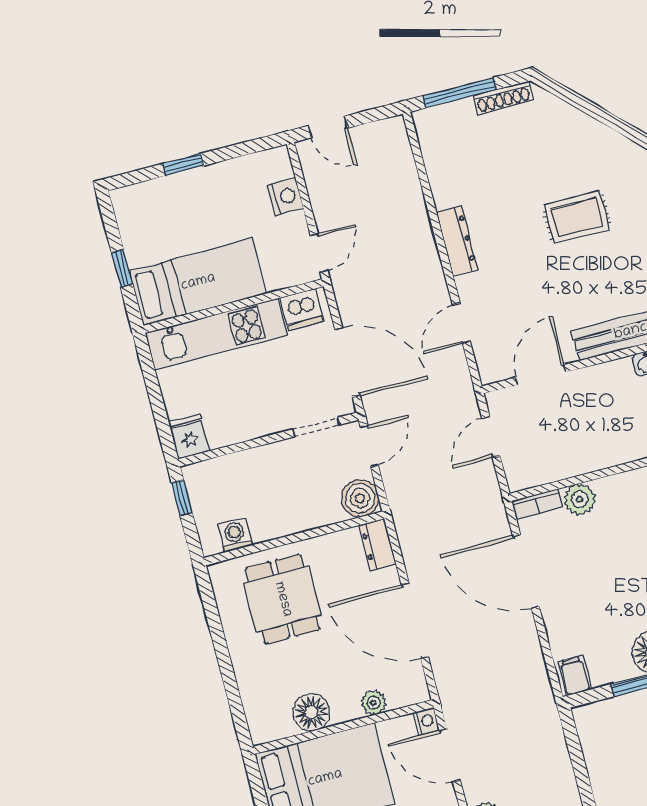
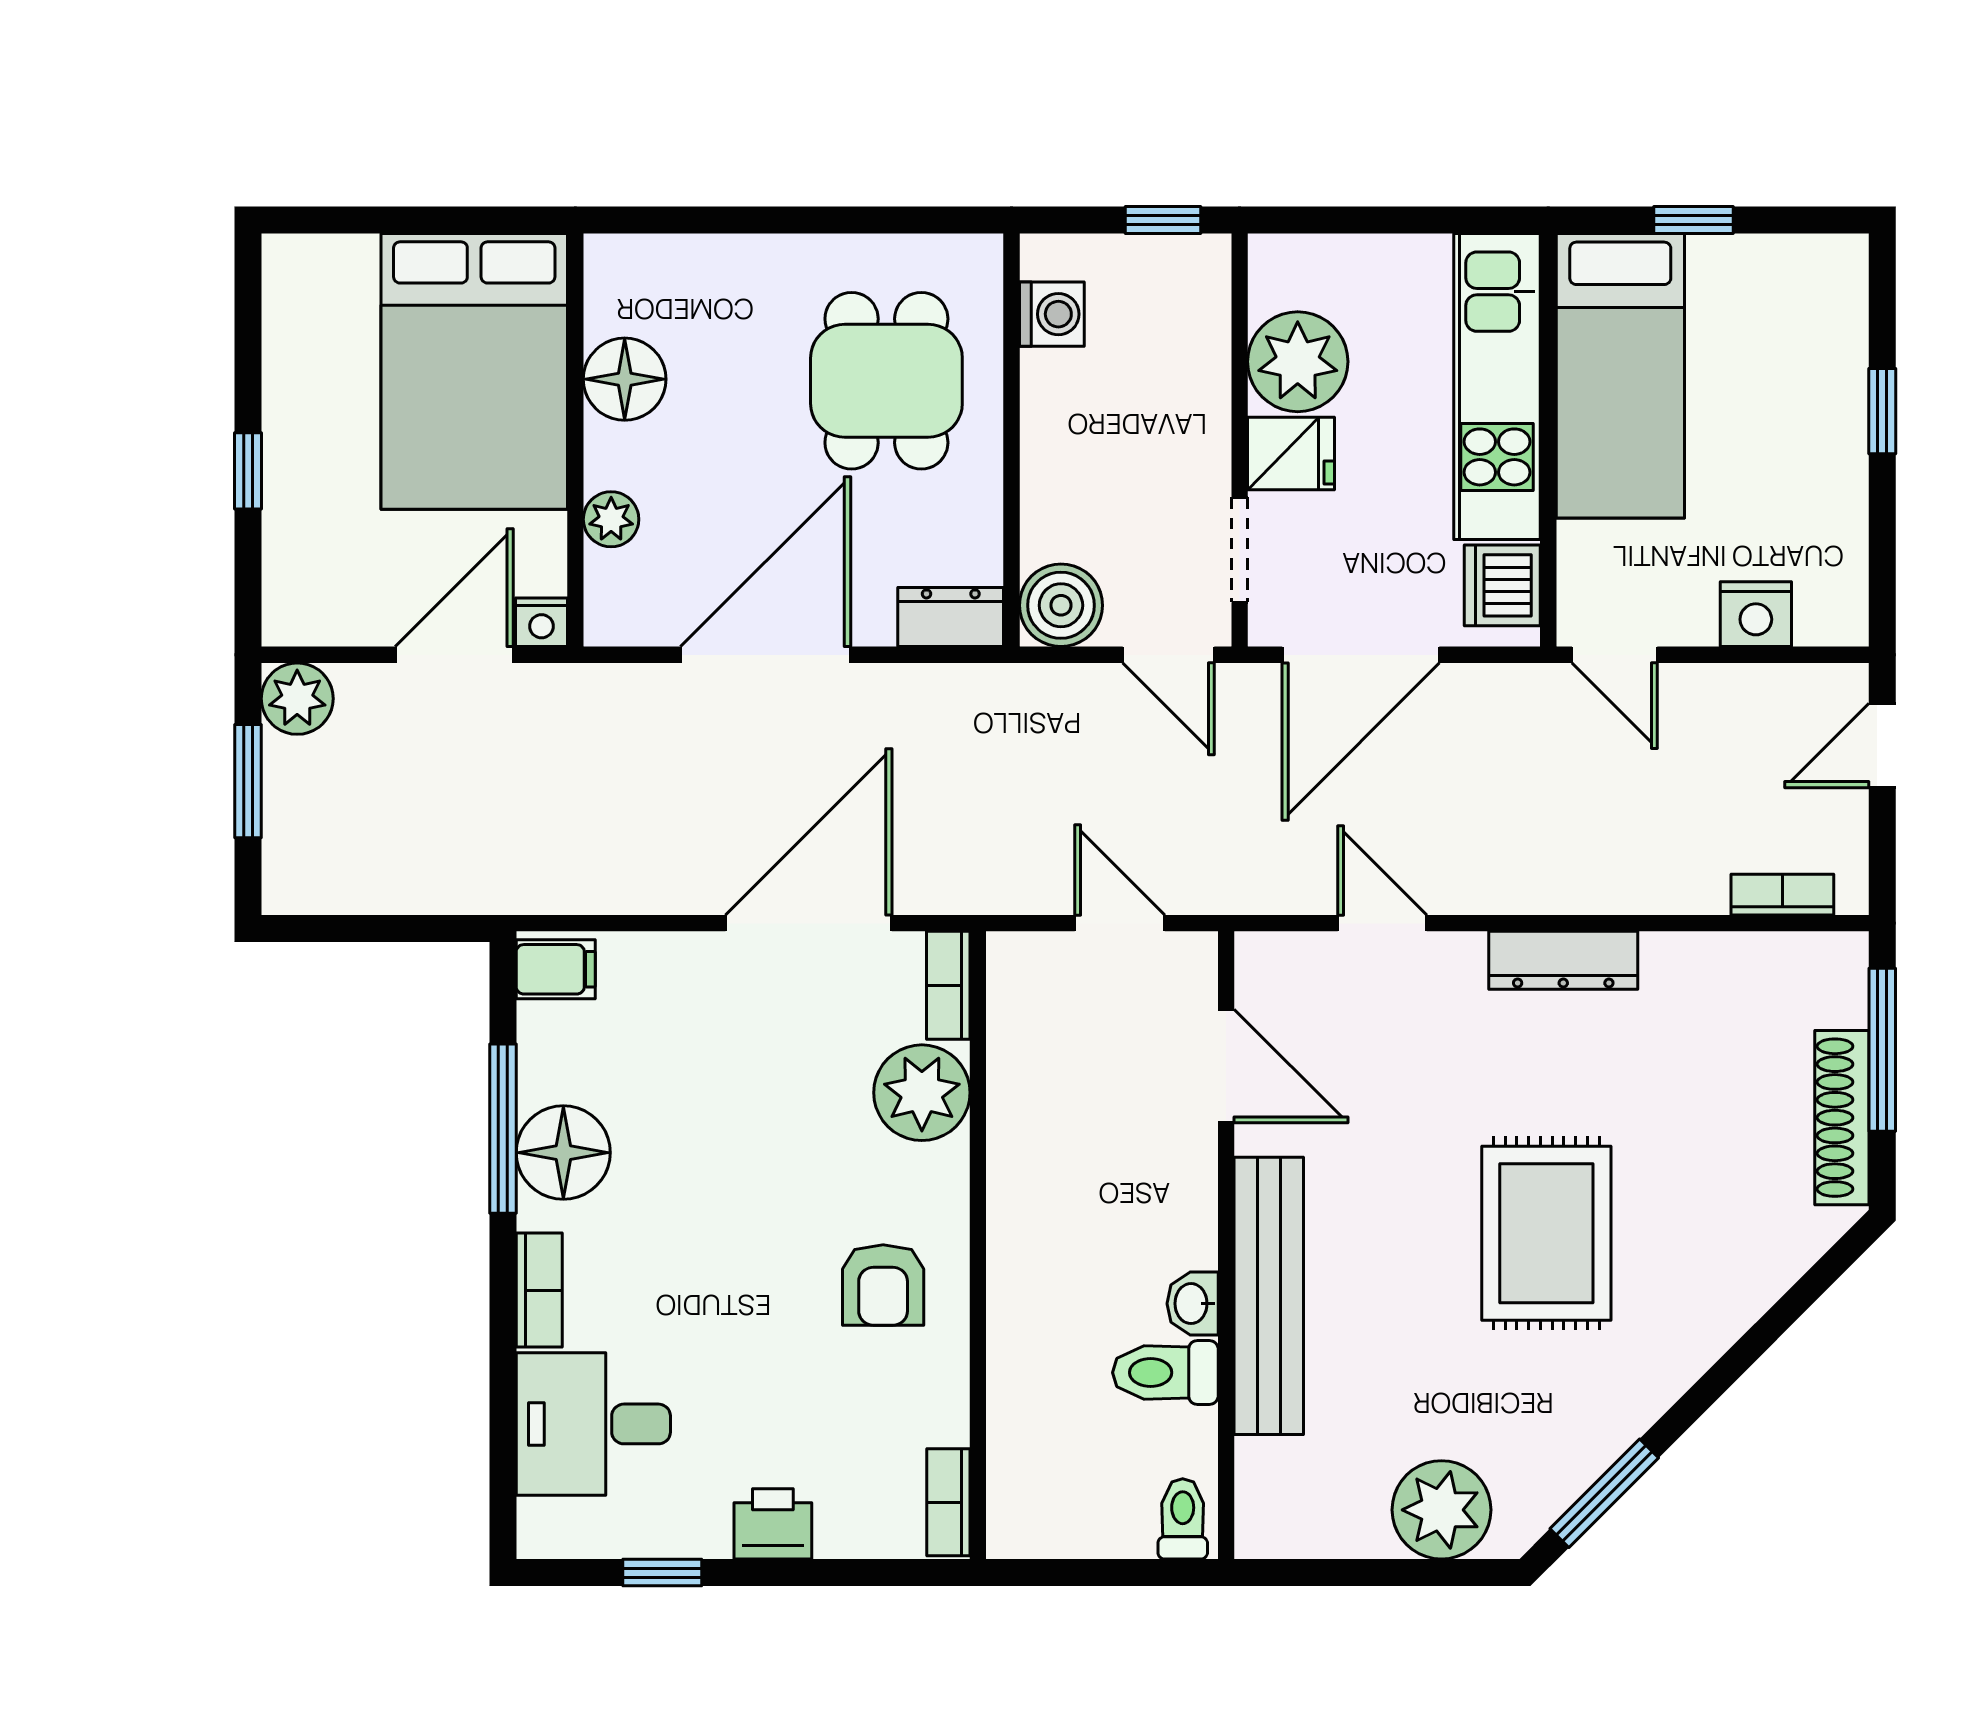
shoe rack: (503, 98) -> (1842, 1118), width x1.36, depth x1.24
bookcase: (404, 153) -> (1782, 895), added
rug: (577, 217) -> (1546, 1233), width x1.36, depth x1.43
plant: (228, 423) -> (1298, 362), added
fridge: (189, 436) -> (1291, 454), moved
plant: (580, 499) -> (922, 1093), width x1.36, depth x1.36
dining table: (283, 599) -> (886, 381), turned 90

